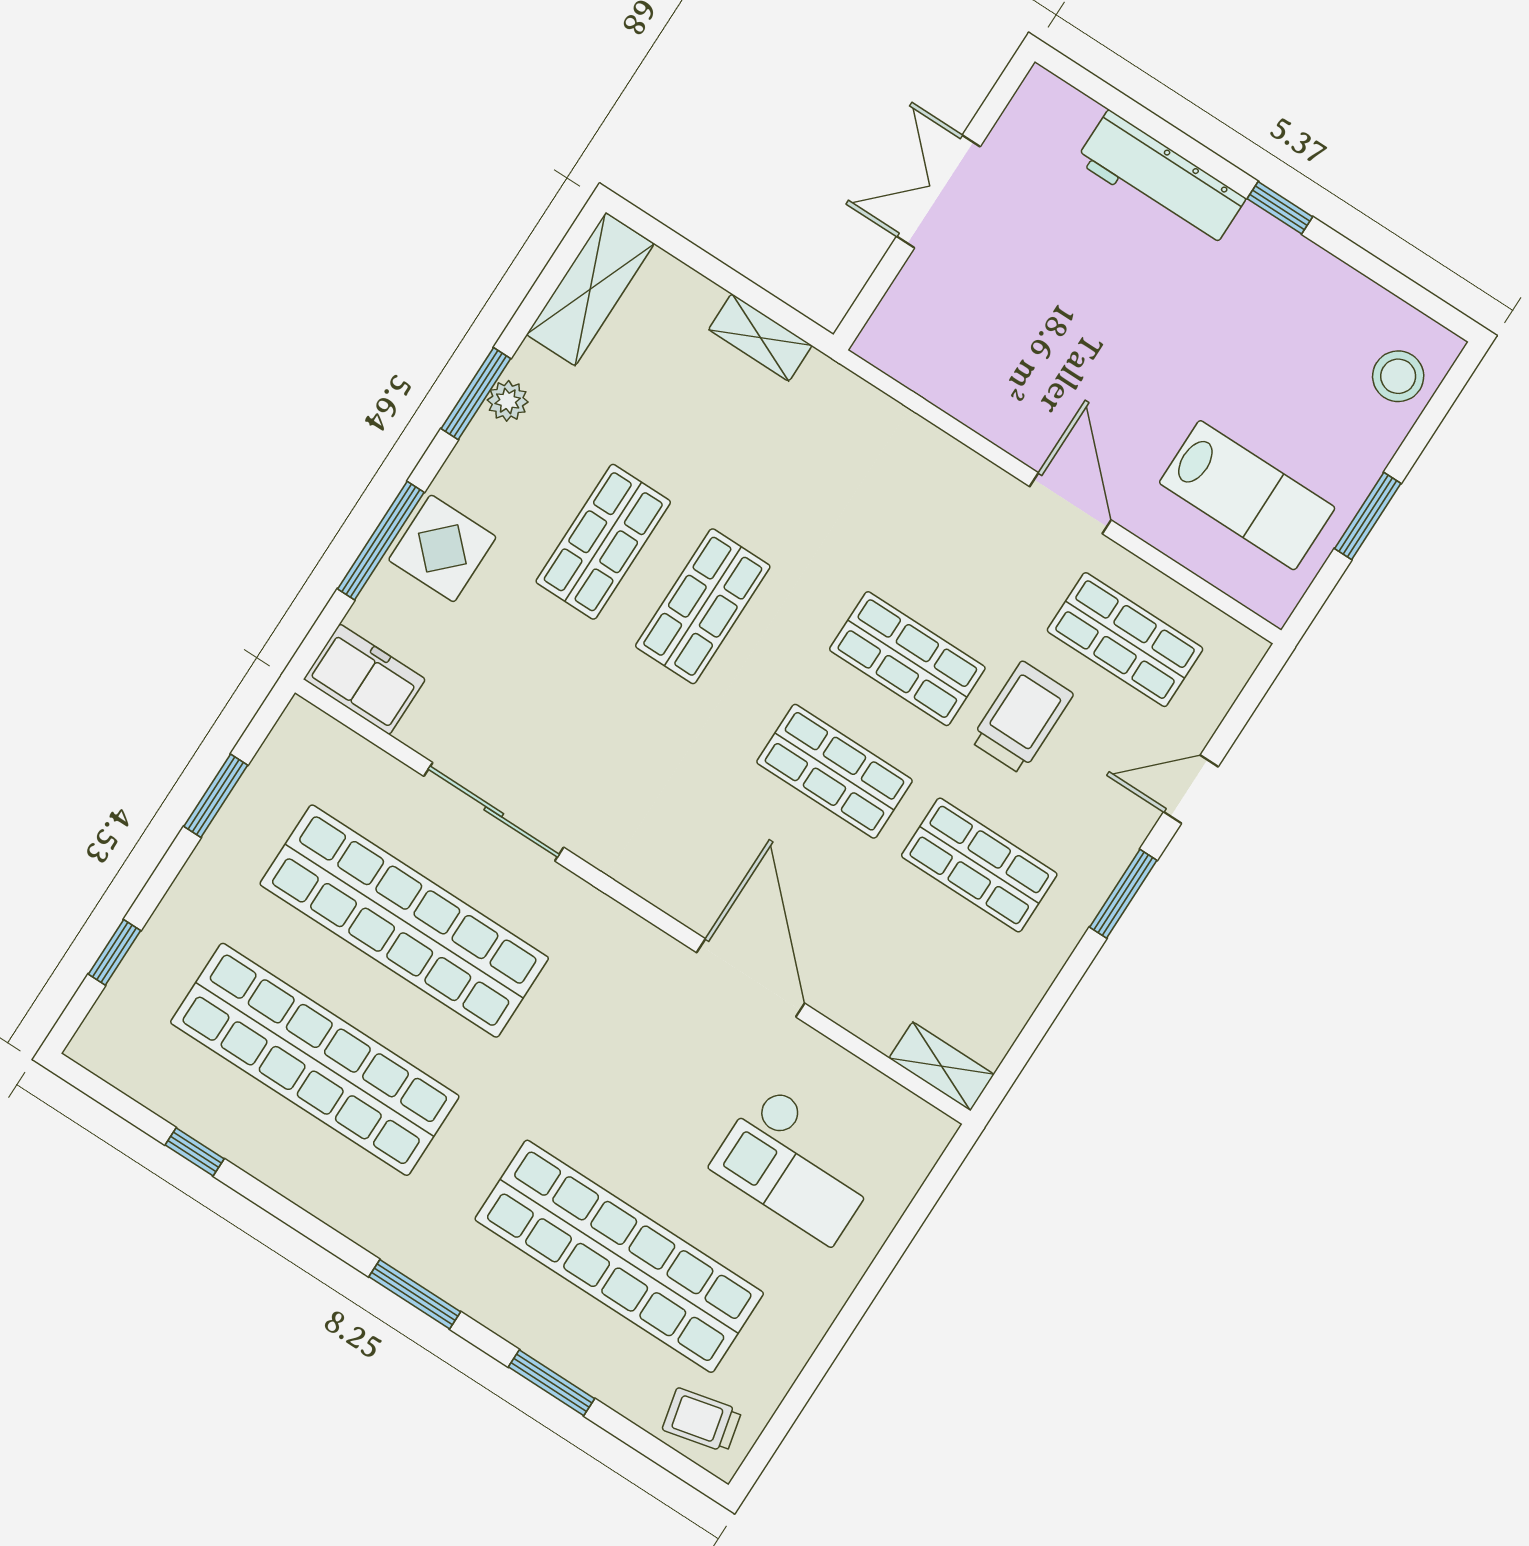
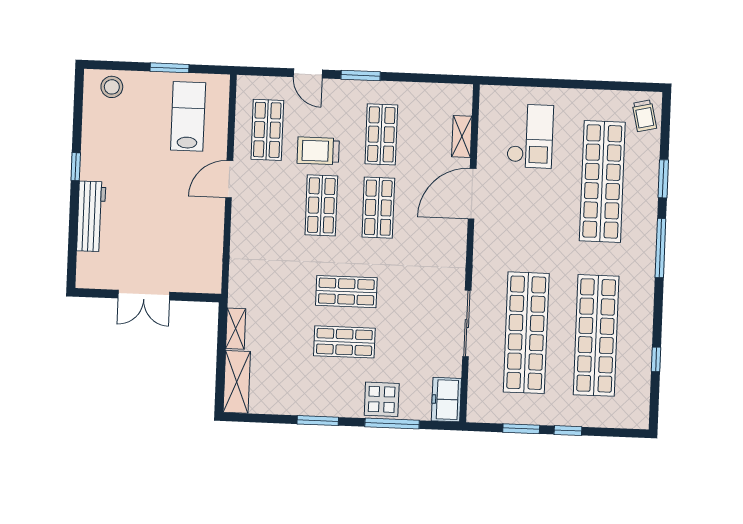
shelving: (590, 289) -> (237, 382), moved, turned 90
plant: (508, 401) -> (314, 407), removed
window: (114, 952) -> (568, 431), moved
shelving: (942, 1066) -> (462, 137), moved
window: (415, 1294) -> (660, 248), width x1.44

